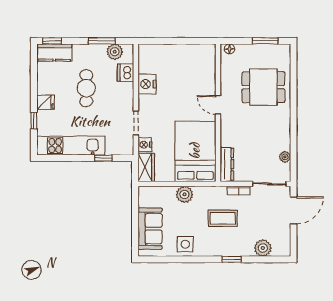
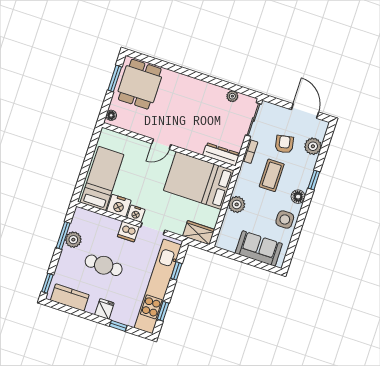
kitchen counter: (54, 52) -> (70, 297), moved, turned -90
plant: (115, 52) -> (73, 240), moved
bed: (167, 60) -> (102, 178), added
dishwasher: (126, 73) -> (128, 232), moved
dining table: (263, 87) -> (140, 84), moved
nightstand: (145, 145) -> (136, 214), moved
kitchen unit: (71, 146) -> (158, 286), width x1.36
window: (62, 158) -> (163, 311), added
door: (294, 210) -> (305, 111), moved
armchair: (256, 221) -> (284, 144), added
floor lamp: (211, 250) -> (298, 197), added

